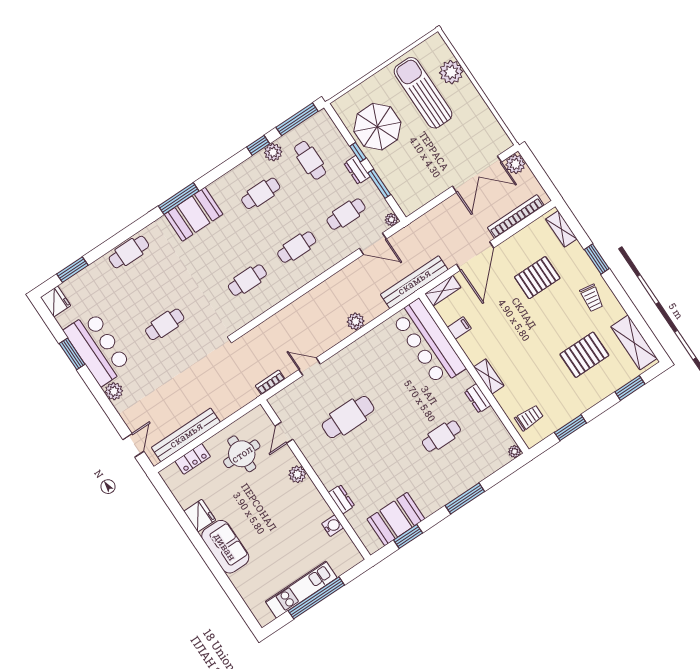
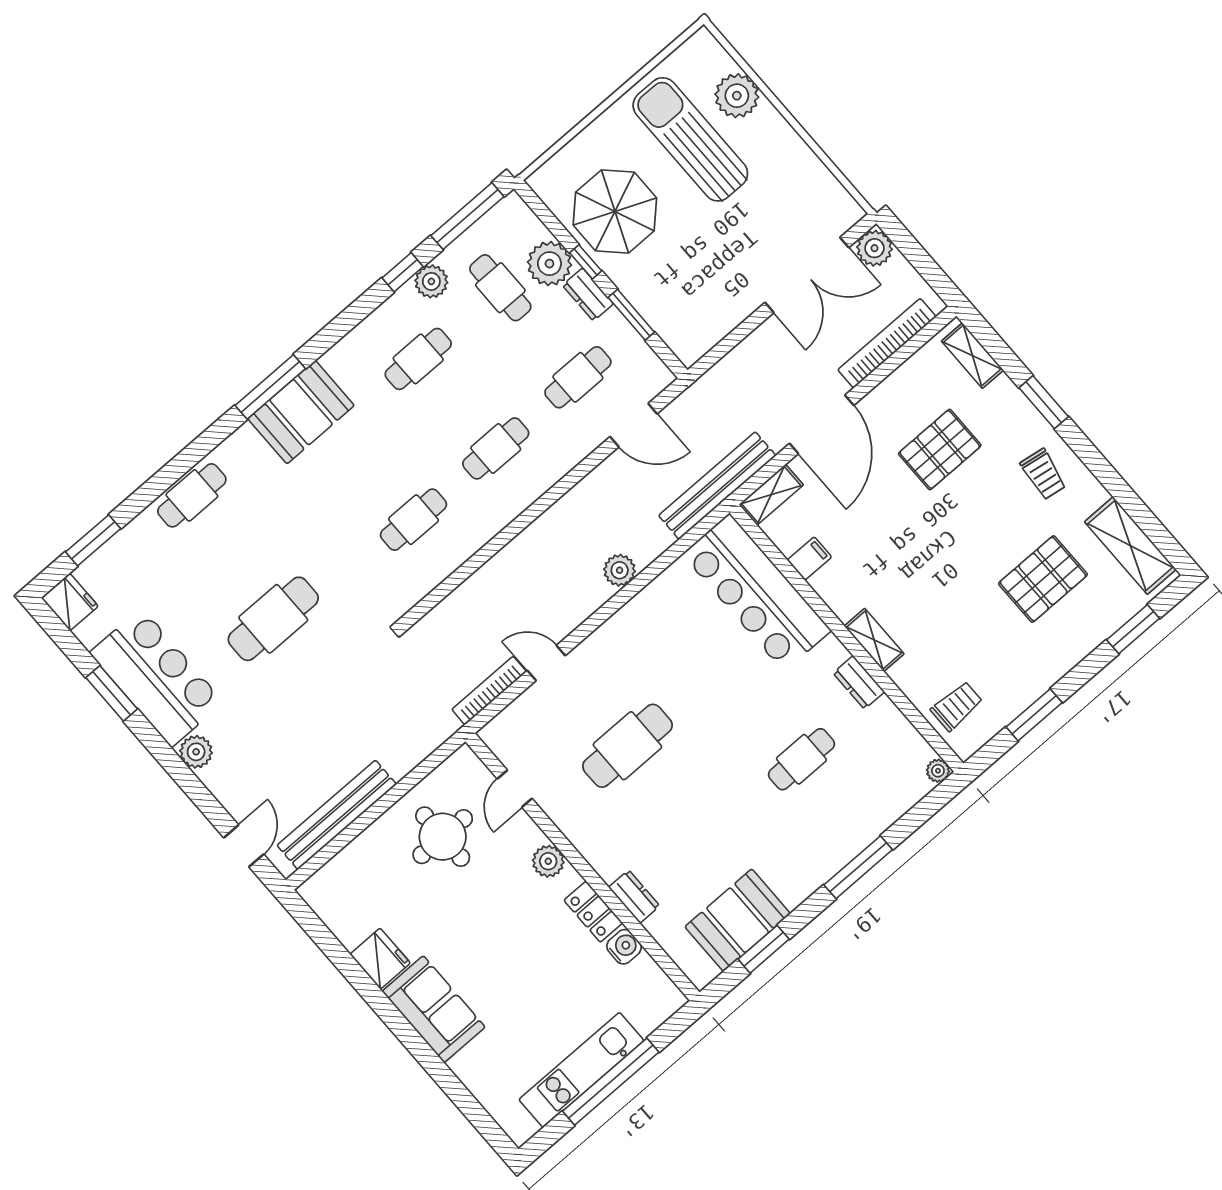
plant: (391, 220) -> (549, 264), moved, width x1.87, depth x1.87
cafe table: (165, 324) -> (273, 619), width x1.37, depth x1.35
bookcase: (270, 382) -> (489, 691), width x1.56
locker: (193, 459) -> (593, 912), moved, turned 90

